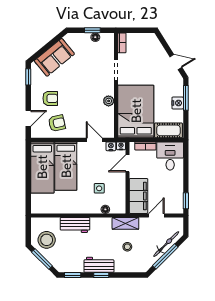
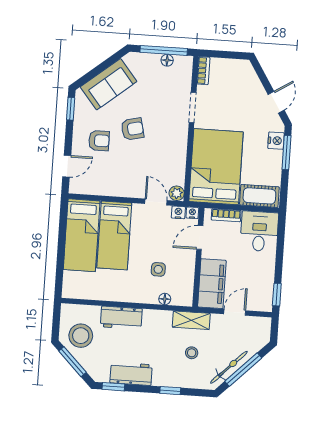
window: (92, 30) -> (164, 50), width x2.17
door: (176, 62) -> (276, 102), hinge flipped
plant: (109, 101) -> (177, 193), moved
nightstand: (178, 103) -> (276, 141), moved
armchair: (57, 123) -> (132, 129), moved
bicycle: (166, 244) -> (229, 367), moved
workbench: (99, 265) -> (131, 374), moved
window: (101, 275) -> (170, 391), moved

